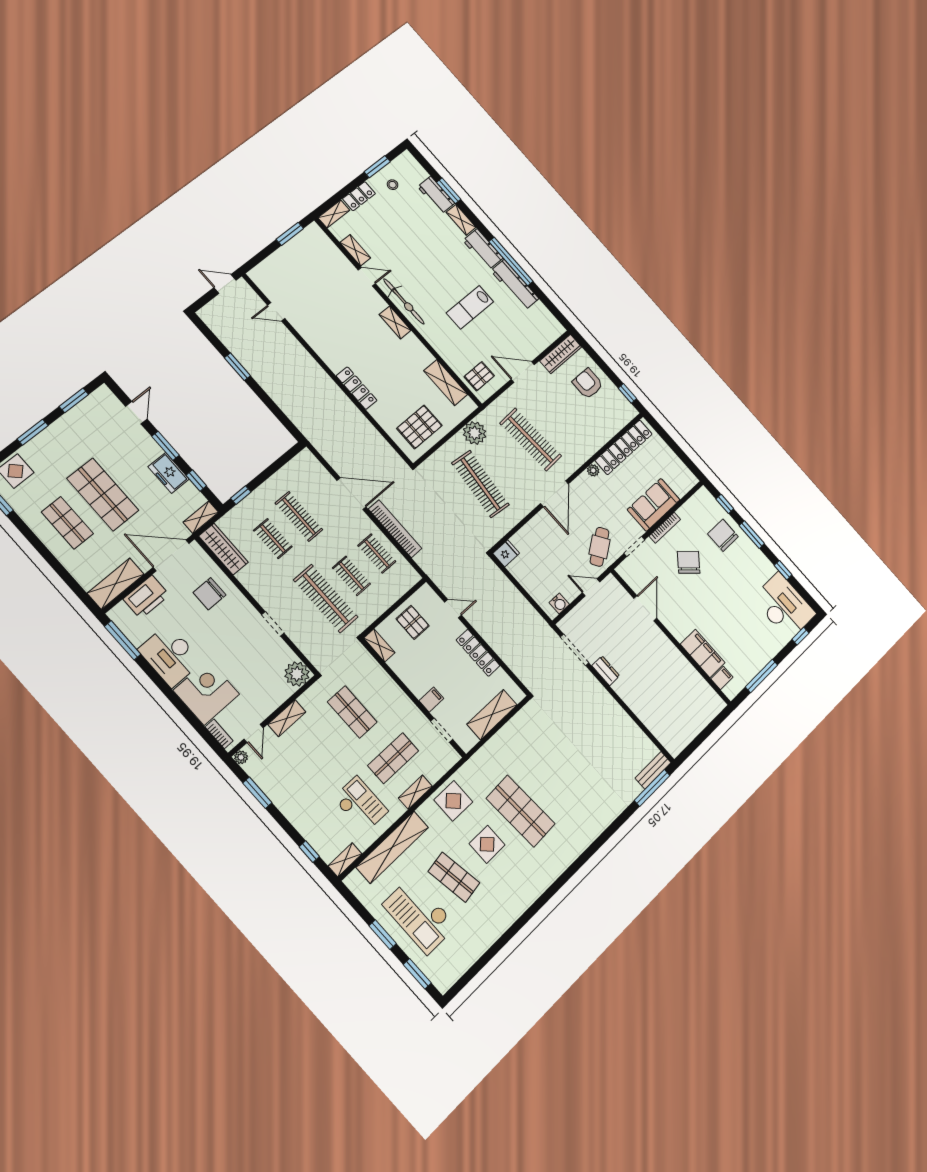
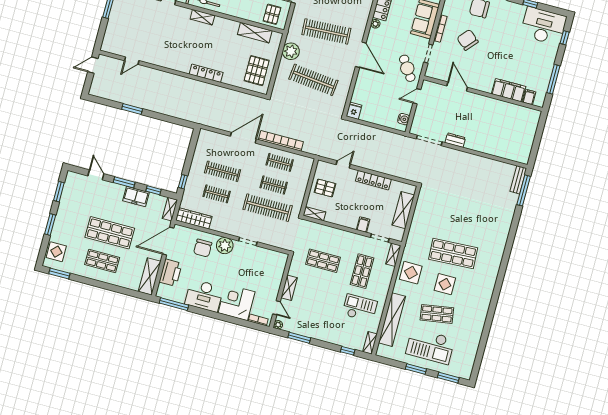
plant: (297, 674) -> (225, 246), moved
shelving: (415, 792) -> (393, 255), moved

